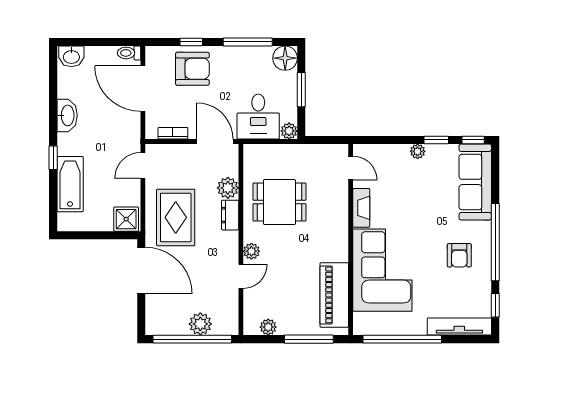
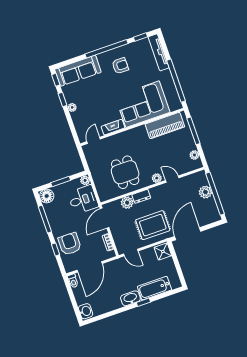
washbasin: (67, 115) -> (130, 298), moved

